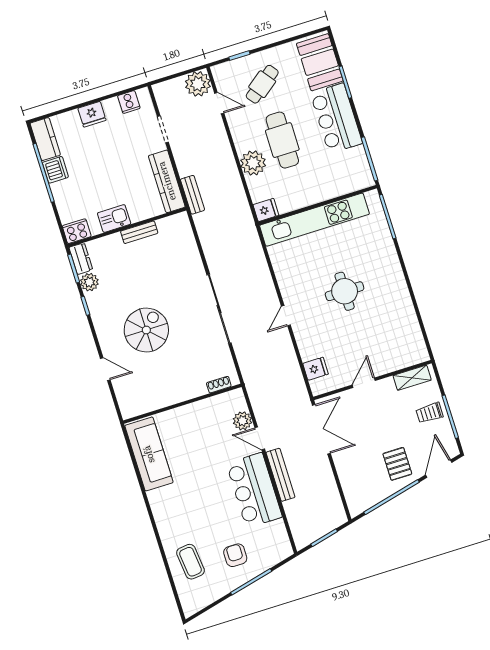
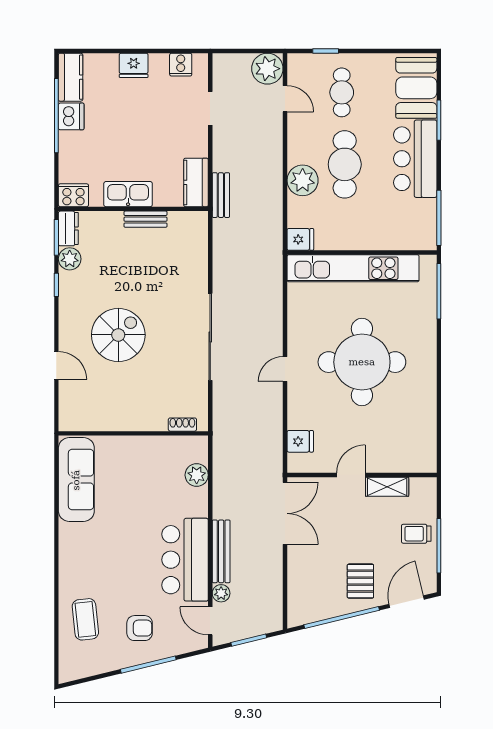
cafe table: (262, 84) -> (342, 92), turned -53
kitchen counter: (167, 181) -> (196, 182), width x0.67
kitchen sink: (114, 218) -> (128, 194), width x1.38
round table: (345, 291) -> (362, 362), width x1.86, depth x1.86
shelving: (412, 378) -> (387, 487), moved
door: (260, 438) -> (210, 621), moved
plant: (291, 508) -> (221, 593), added
armchair: (235, 555) -> (140, 628), turned 90

